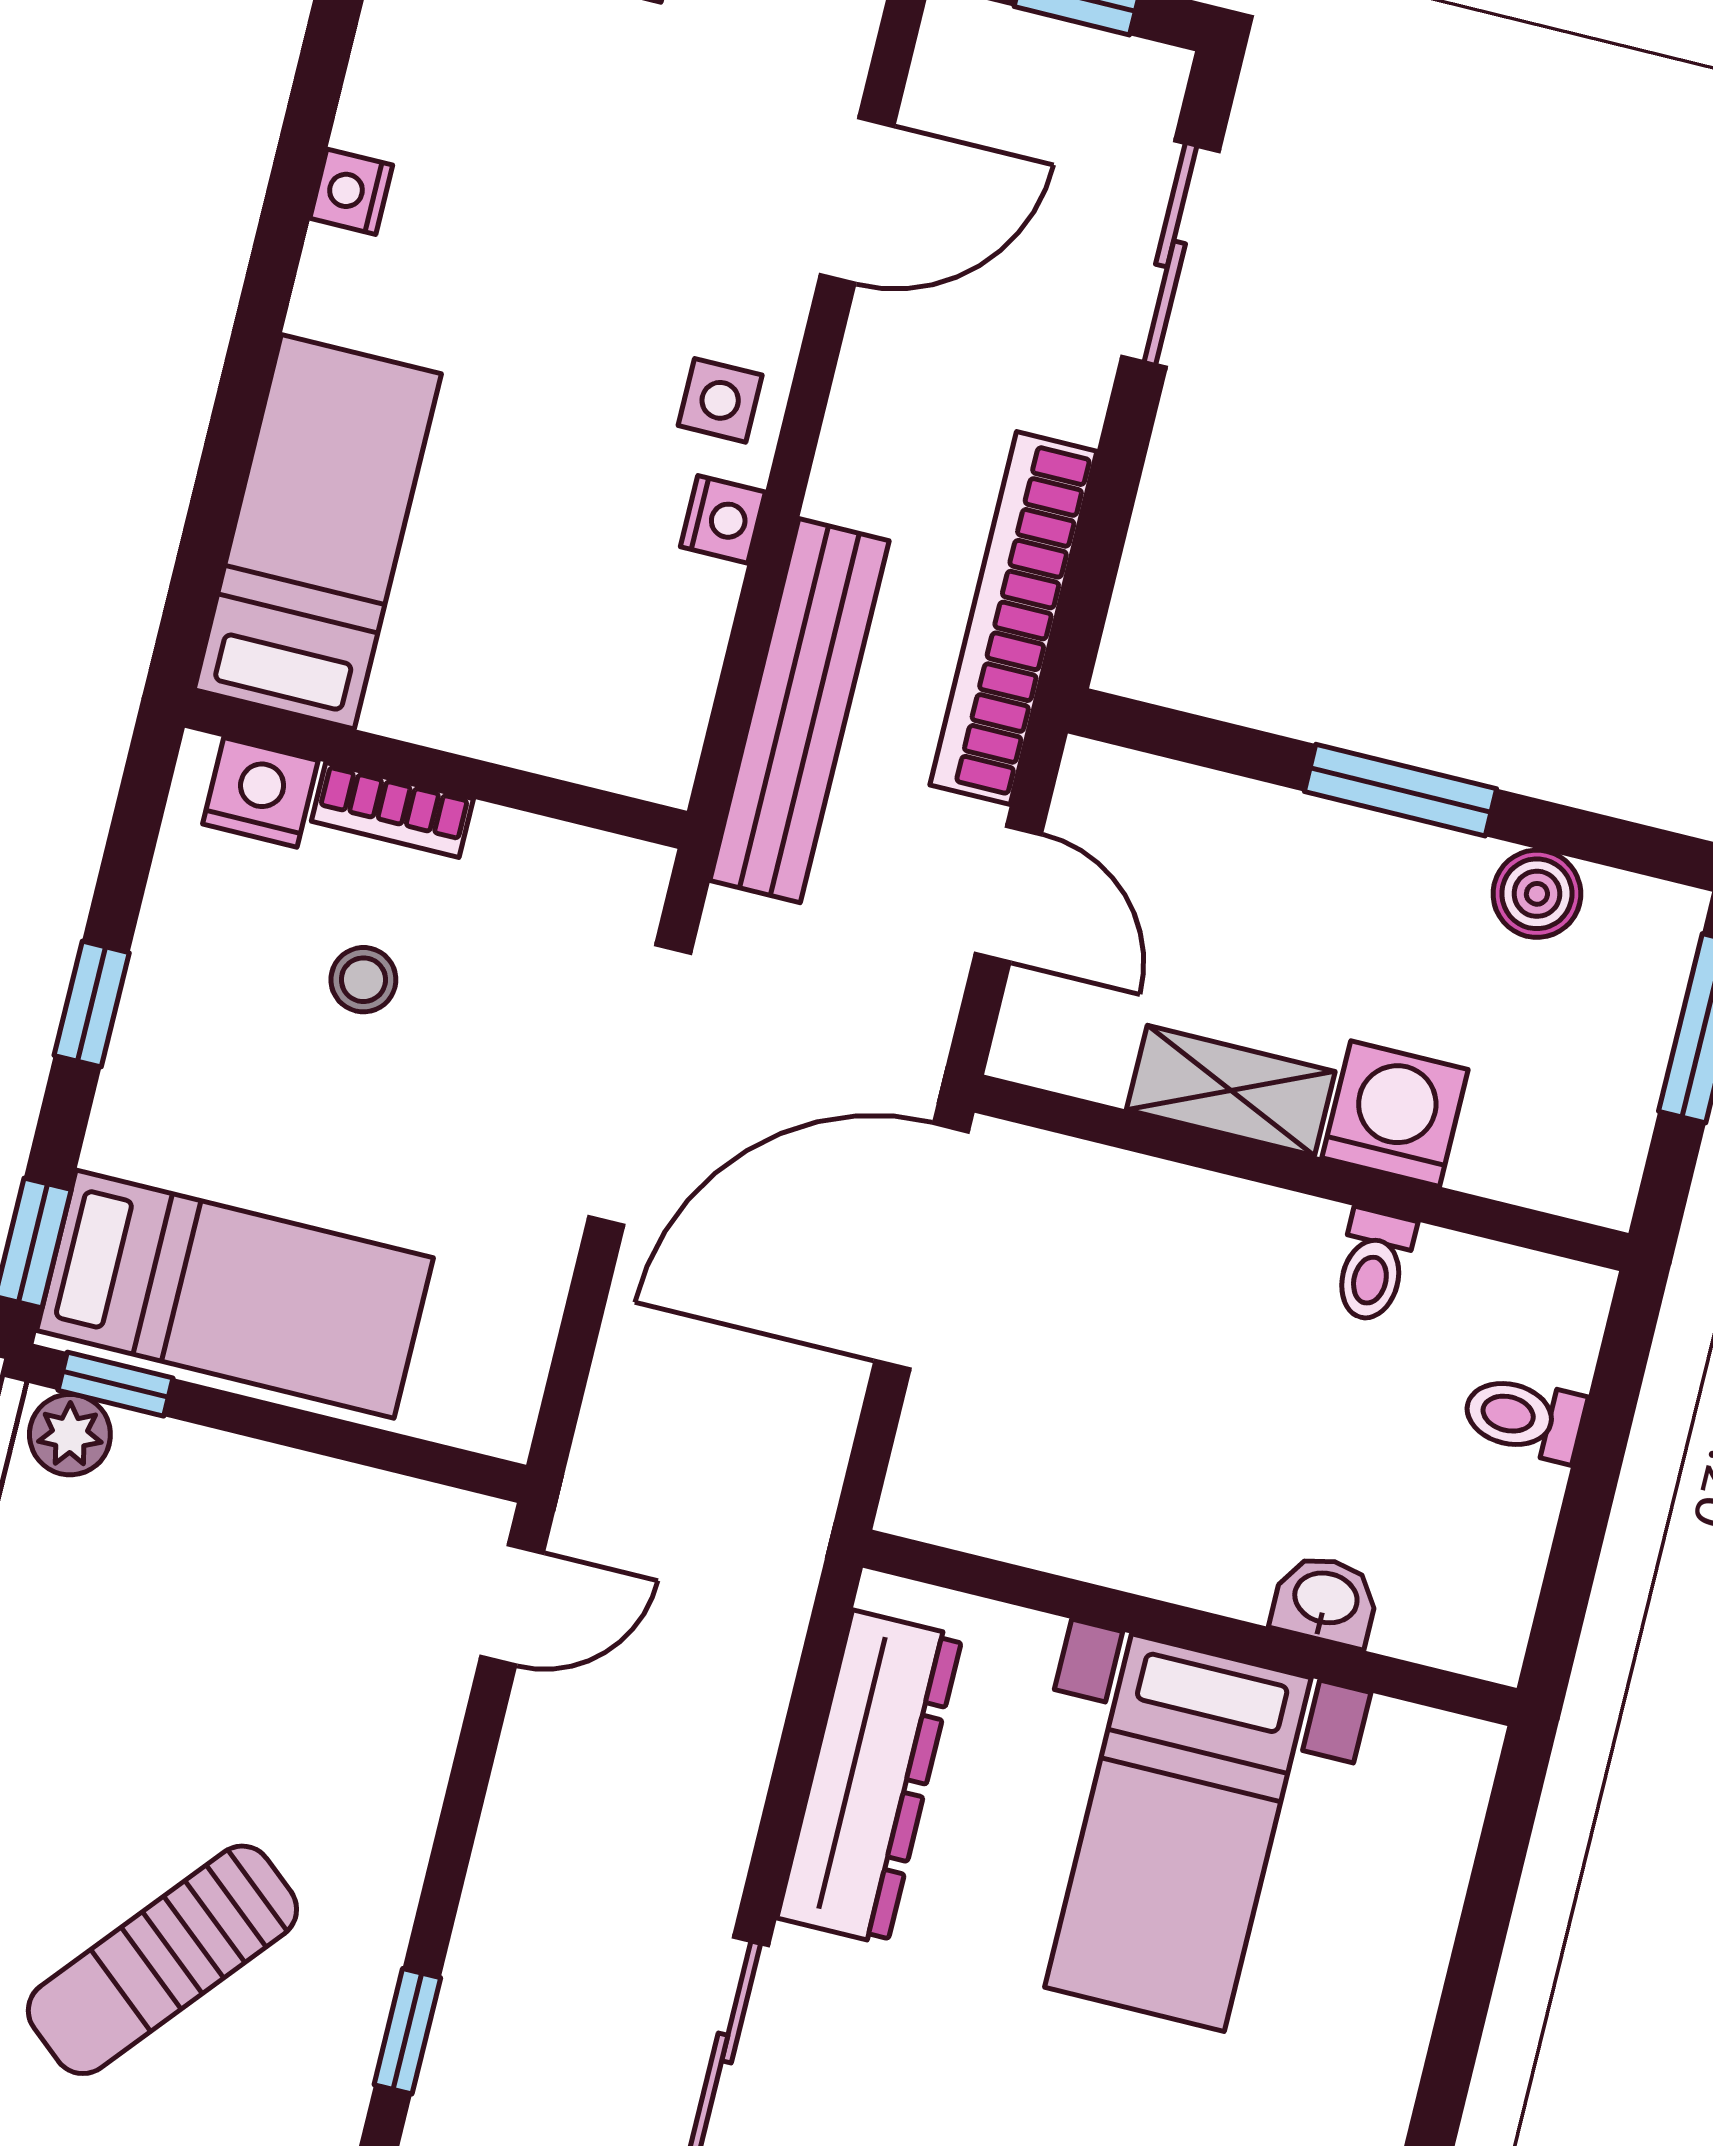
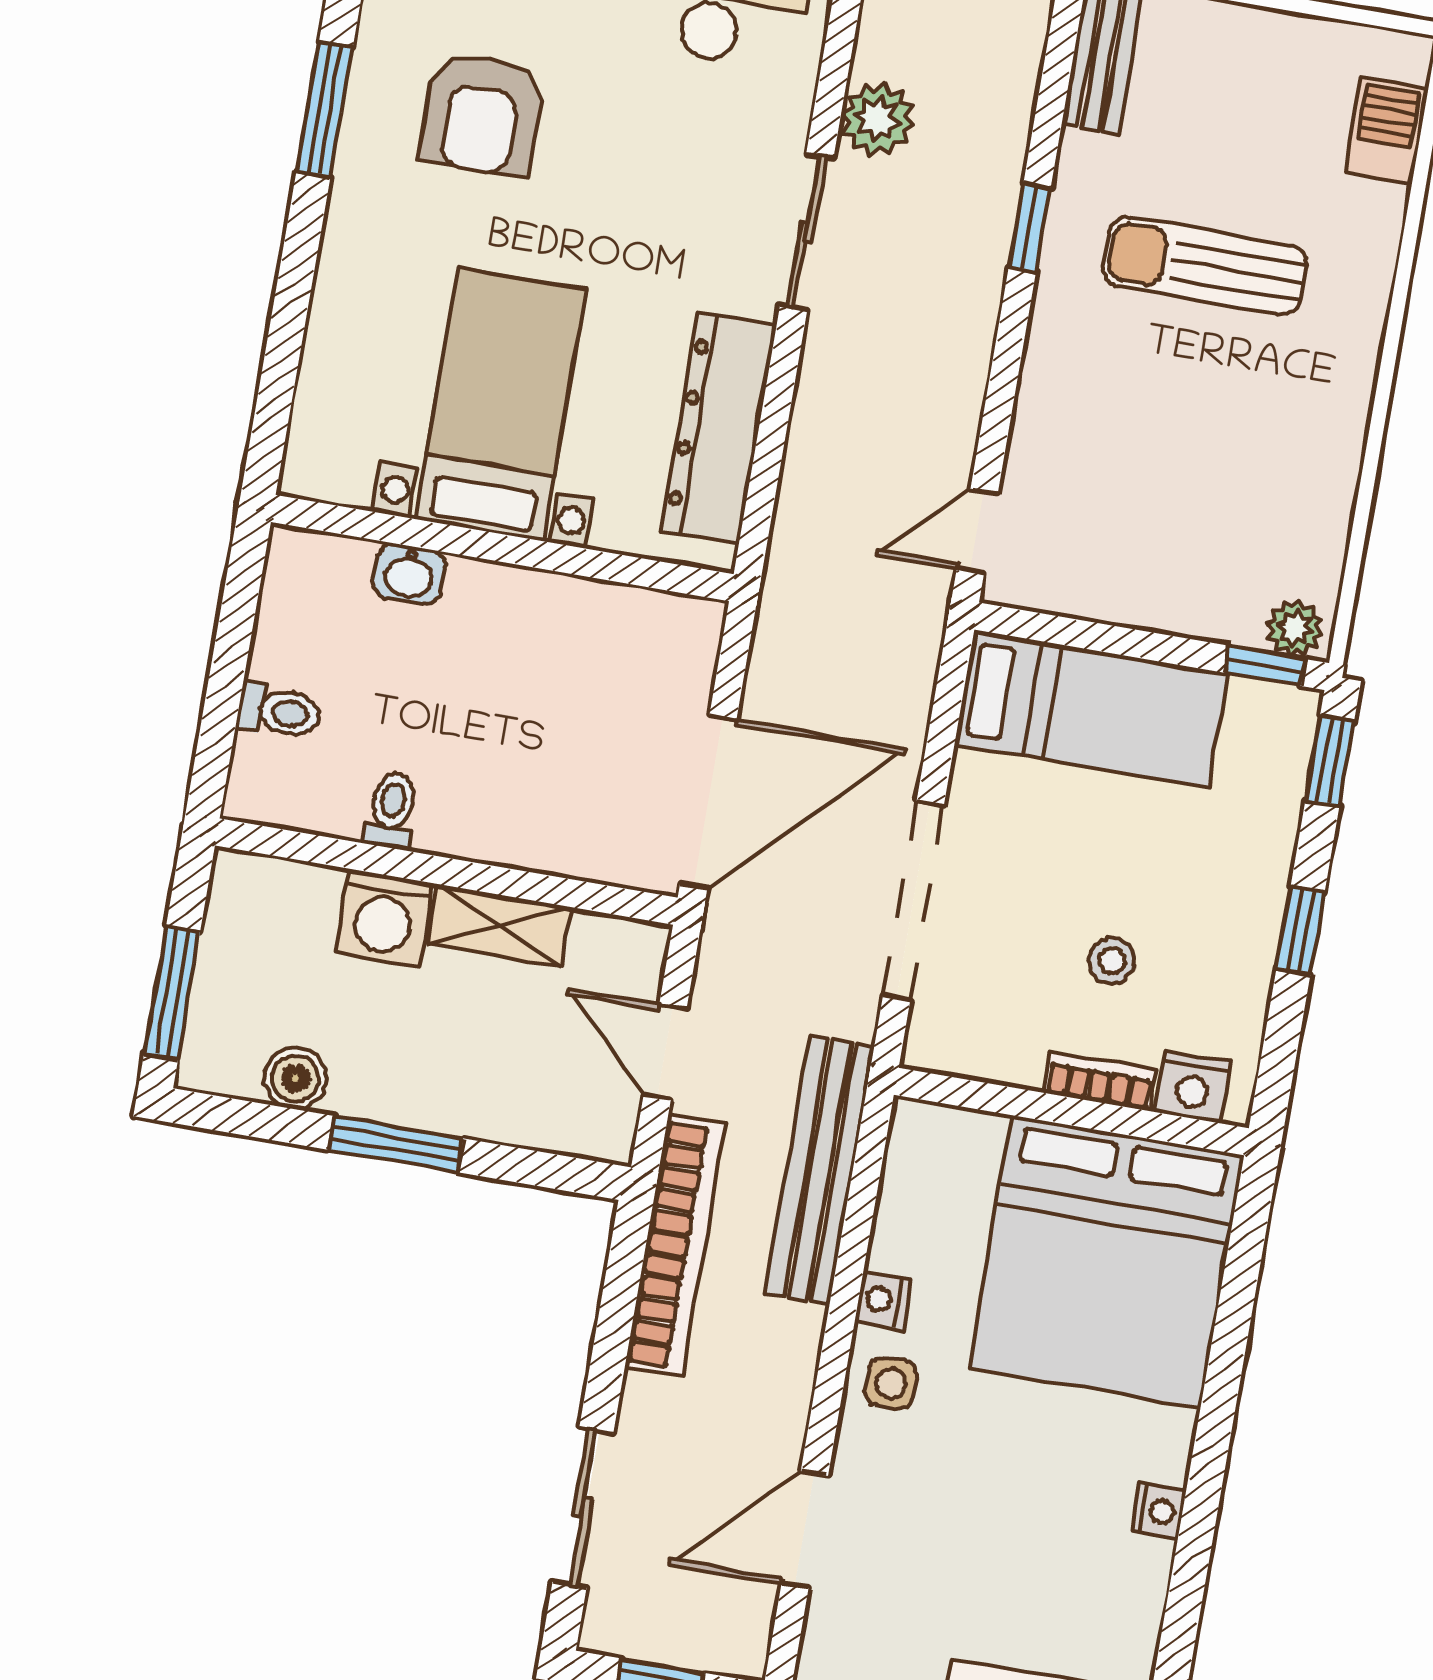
bed: (318, 532) -> (1106, 1262), width x2.04
bed: (235, 1294) -> (1091, 709), moved, turned 180
sun lounger: (162, 1960) -> (1204, 266), turned -130

